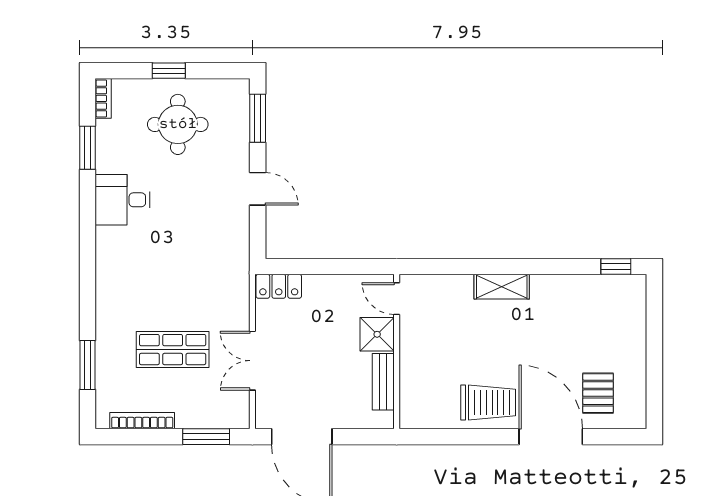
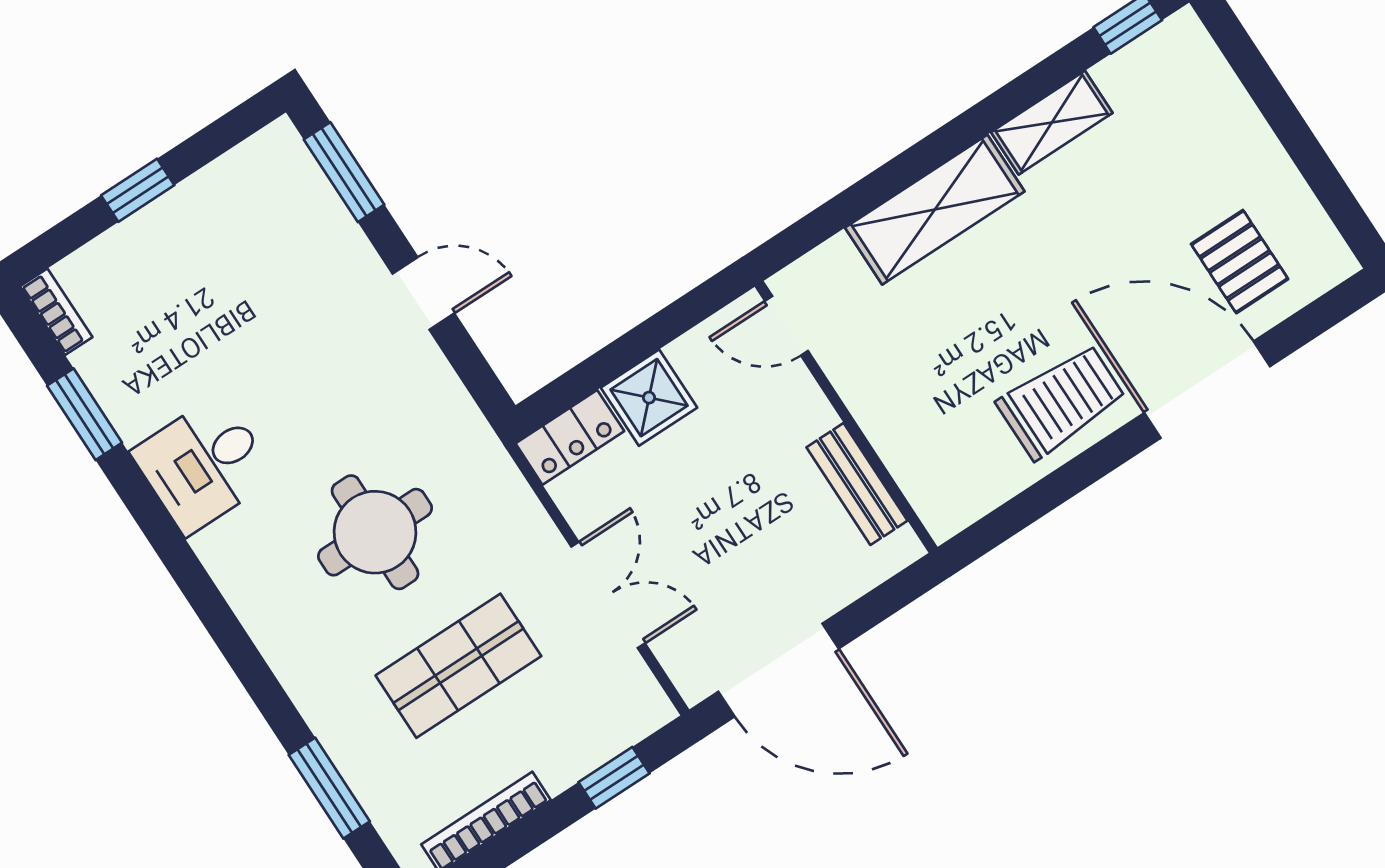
round table: (178, 124) -> (375, 532), moved
shelving: (502, 287) -> (935, 210), width x1.50, depth x1.33
shelving: (559, 287) -> (1052, 123), added
shower: (377, 334) -> (649, 398), moved
double door: (252, 361) -> (608, 595), swing flipped
window: (206, 437) -> (614, 778), width x0.67

